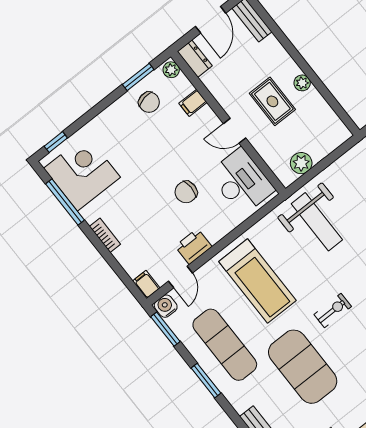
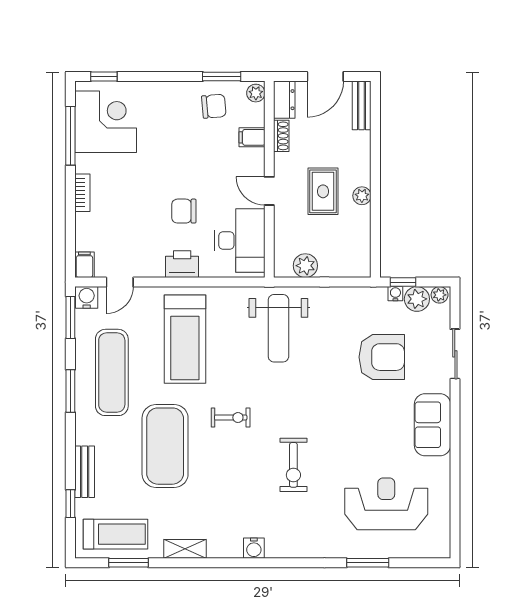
shoe rack: (213, 86) -> (281, 136), added
chair: (149, 102) -> (214, 106), turned -84
printer: (193, 246) -> (182, 264), moved

